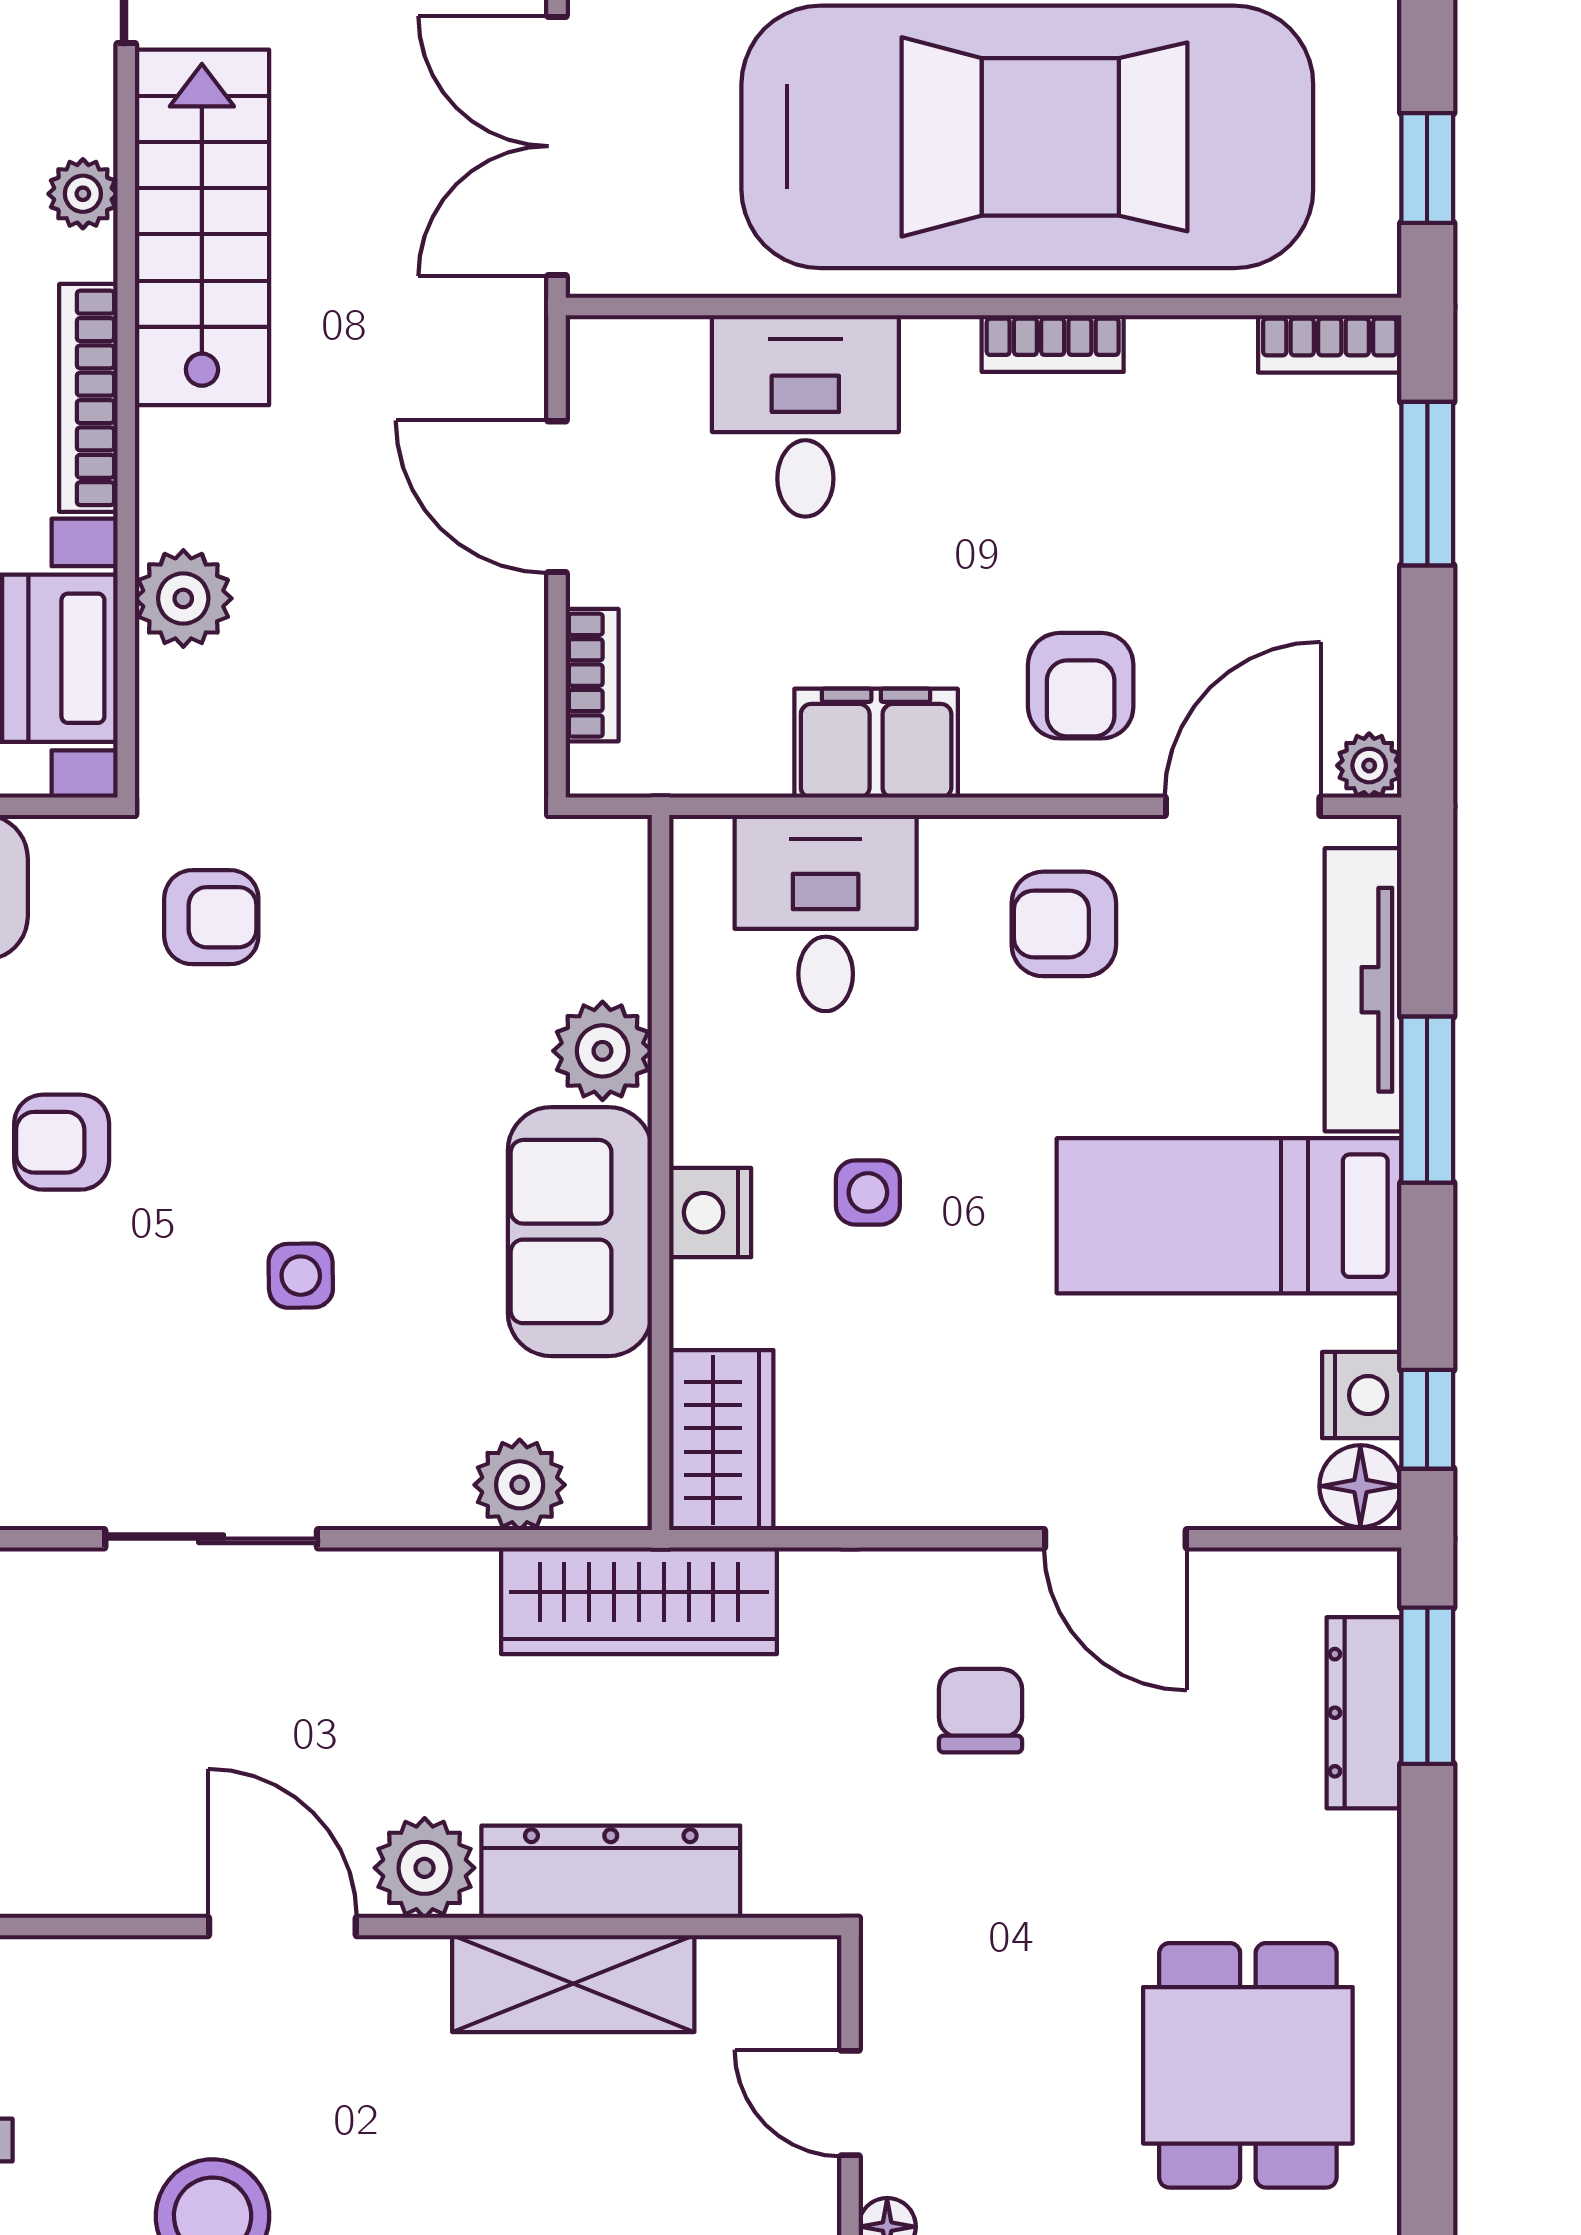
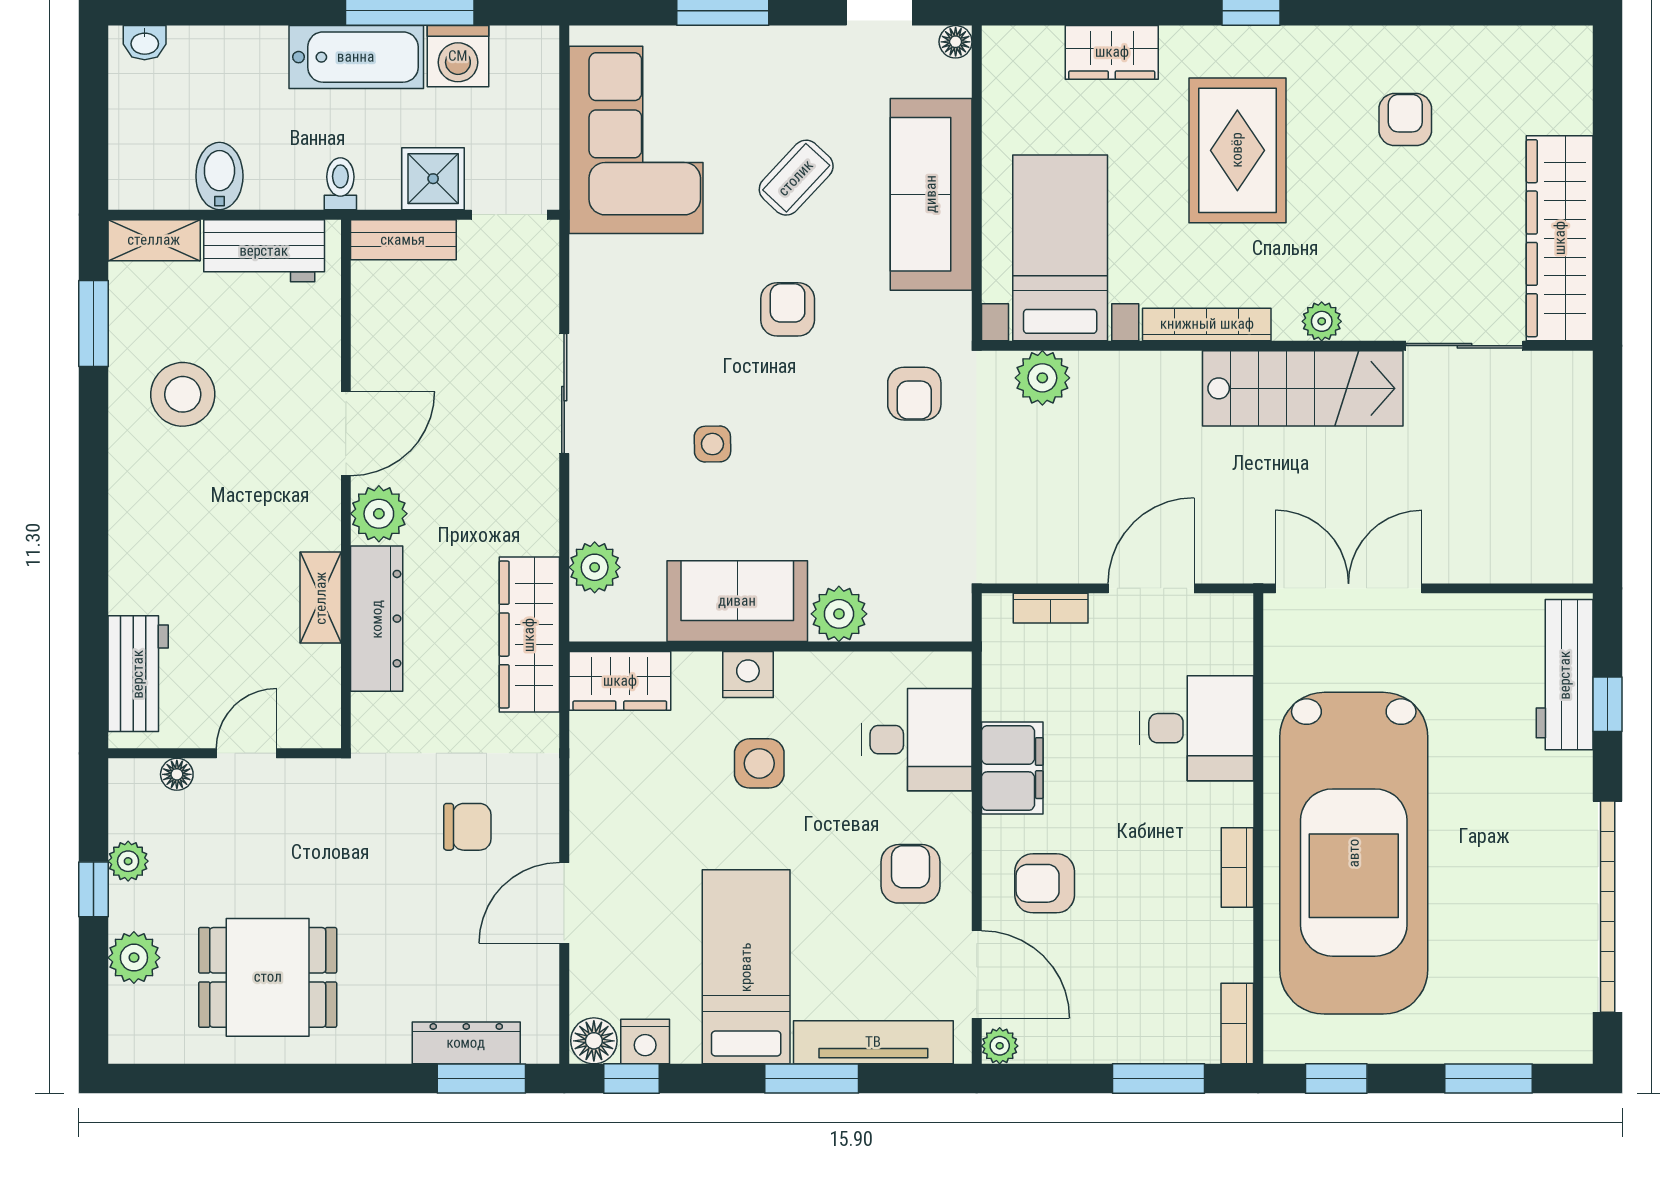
plant: (183, 598) -> (1042, 378), moved
side table: (868, 1192) -> (759, 763), width x1.37, depth x1.37
shelving: (573, 1984) -> (321, 598), width x0.67, depth x0.75

